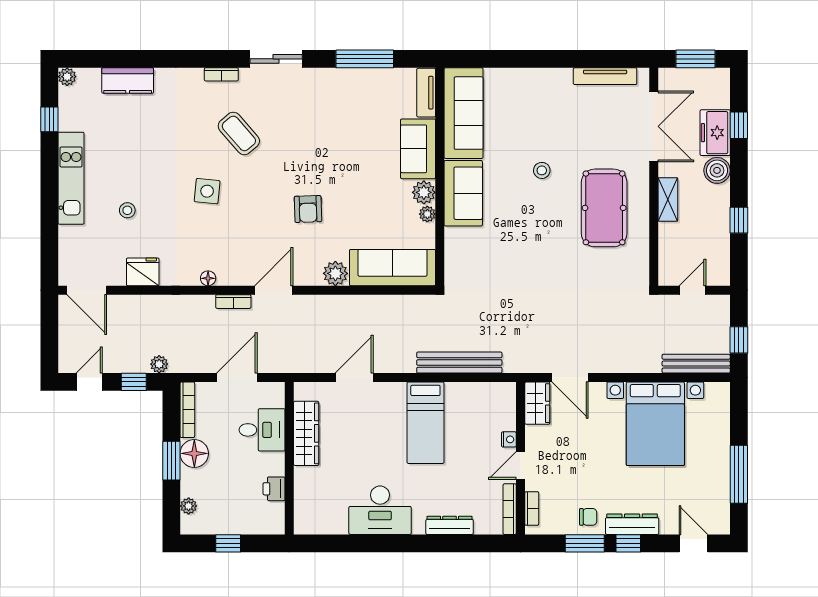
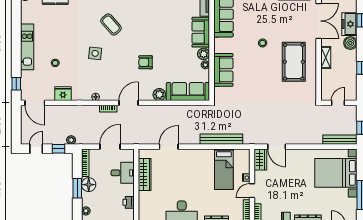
window: (49, 119) -> (16, 84), moved
sofa: (463, 193) -> (223, 70), moved
armchair: (308, 209) -> (146, 62), turned 92
bed: (425, 423) -> (224, 169), moved
bed with nightstands: (655, 424) -> (336, 173), moved, turned 90

